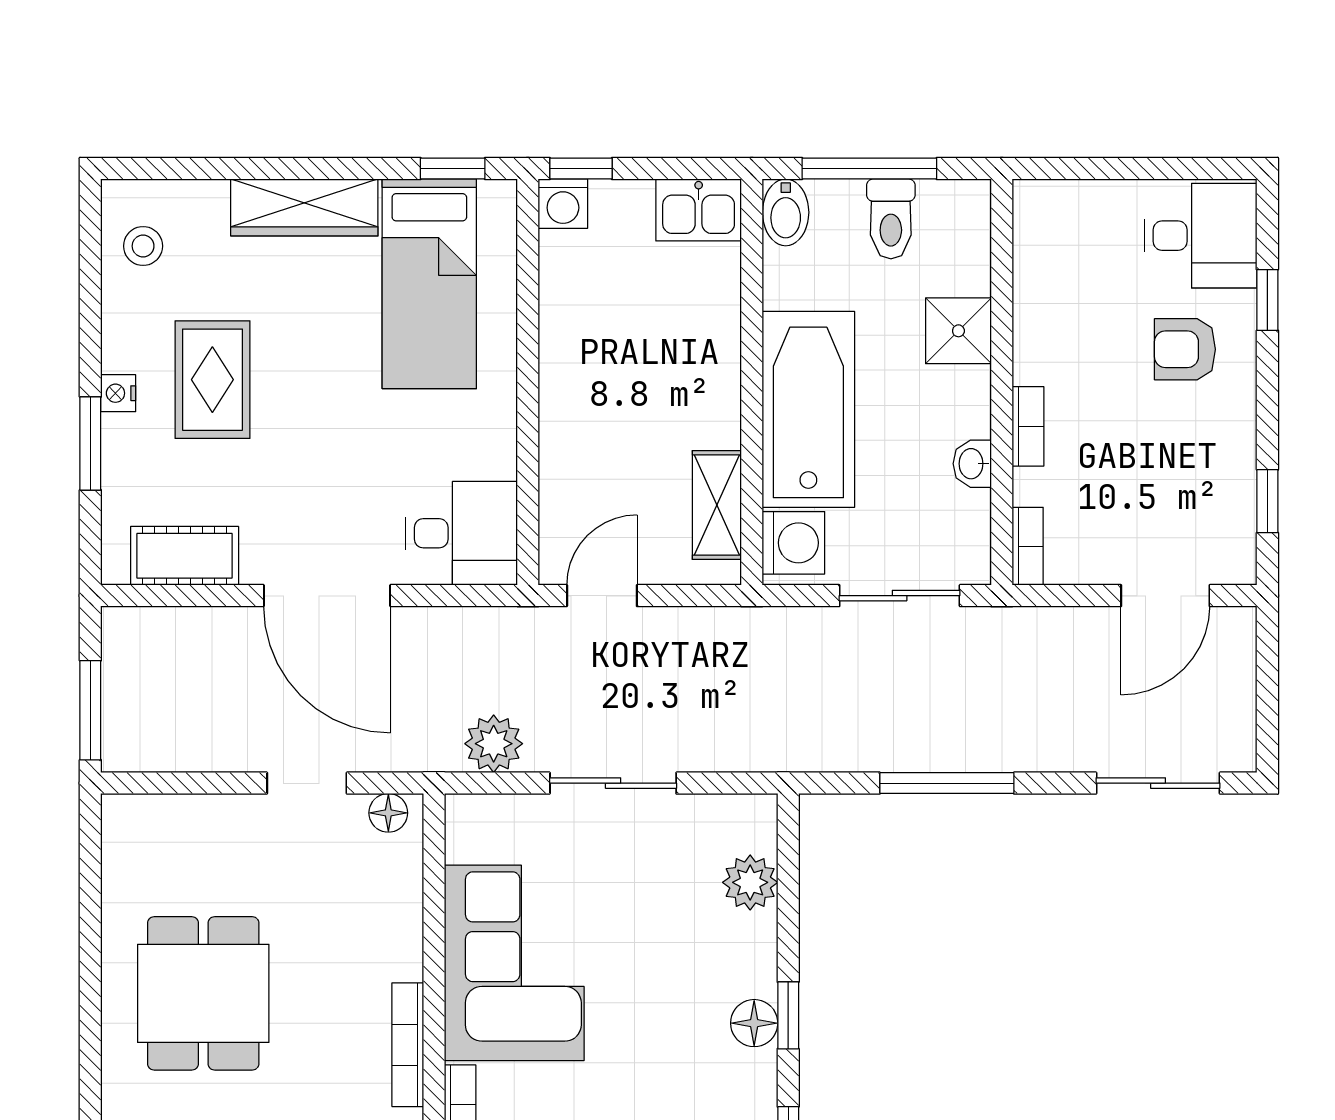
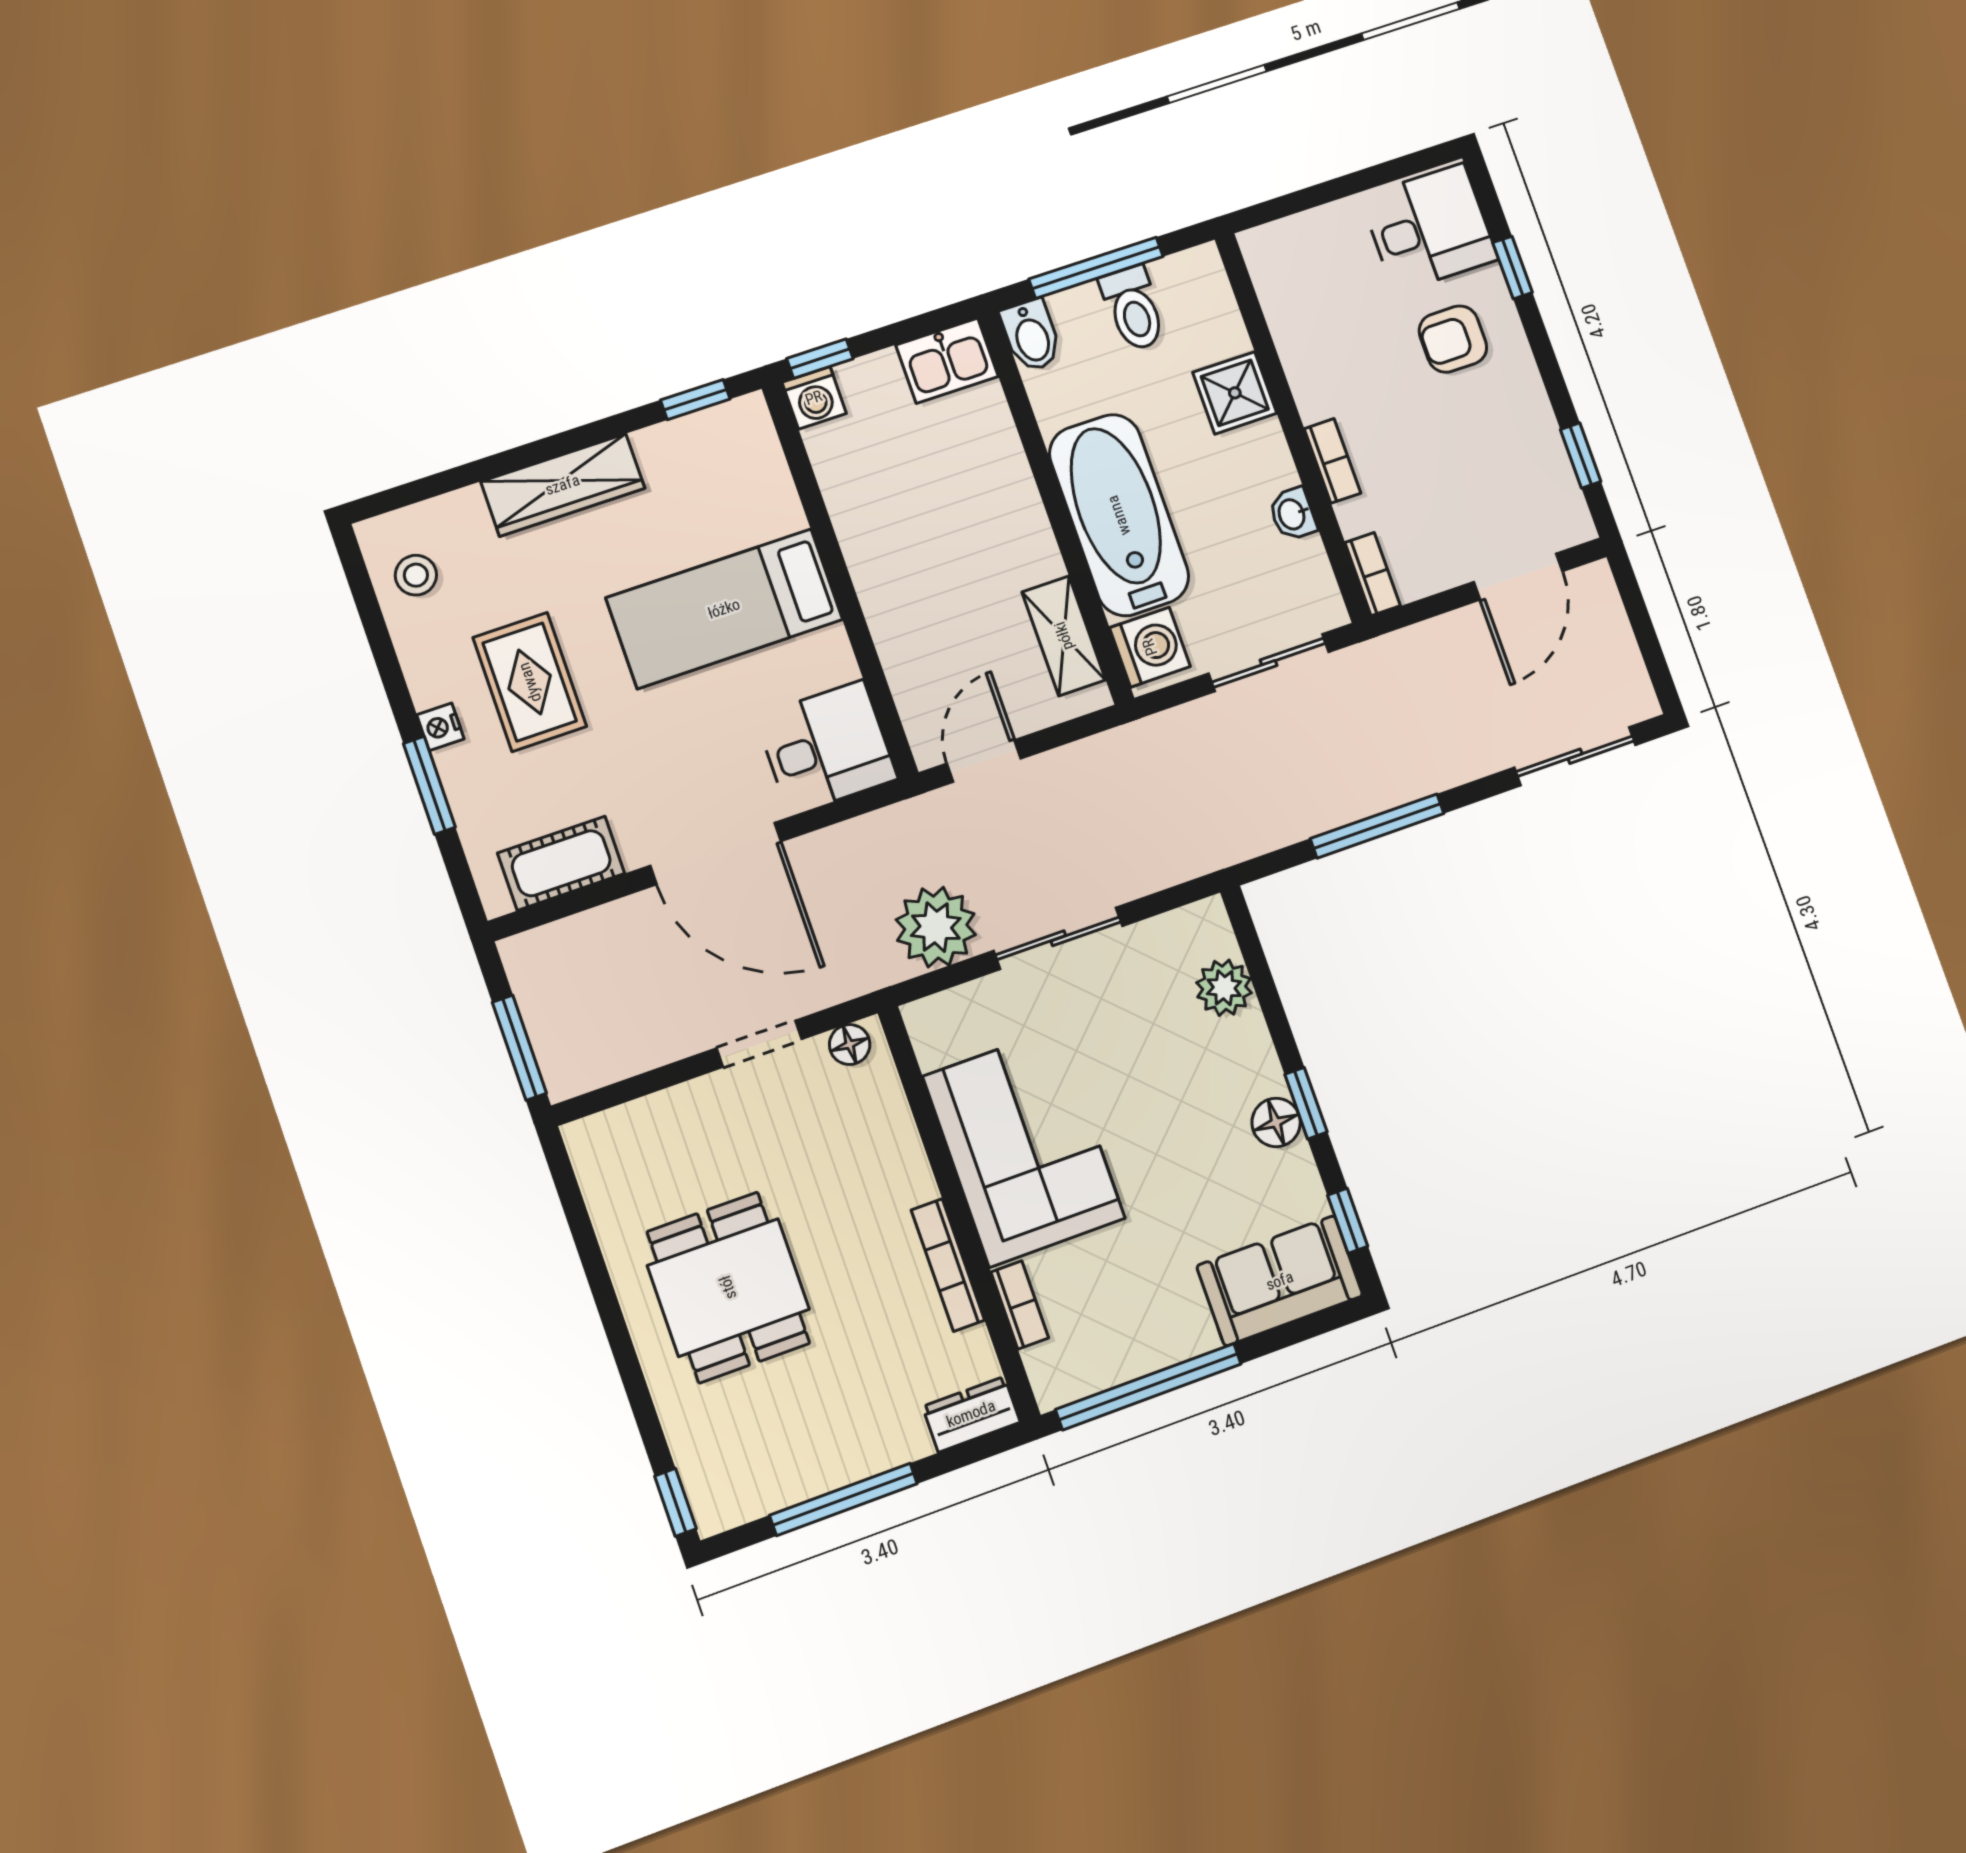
bed: (429, 284) -> (724, 609), moved, turned 90
plant: (494, 744) -> (936, 927), width x1.36, depth x1.36

